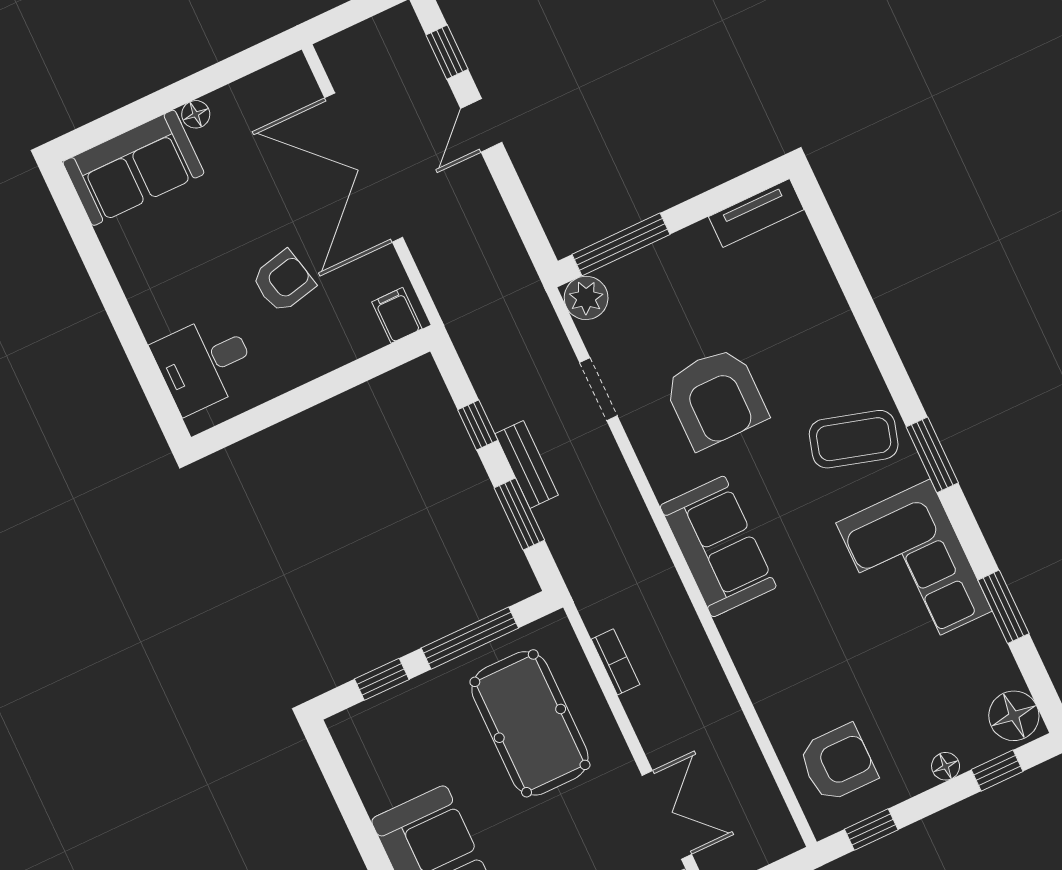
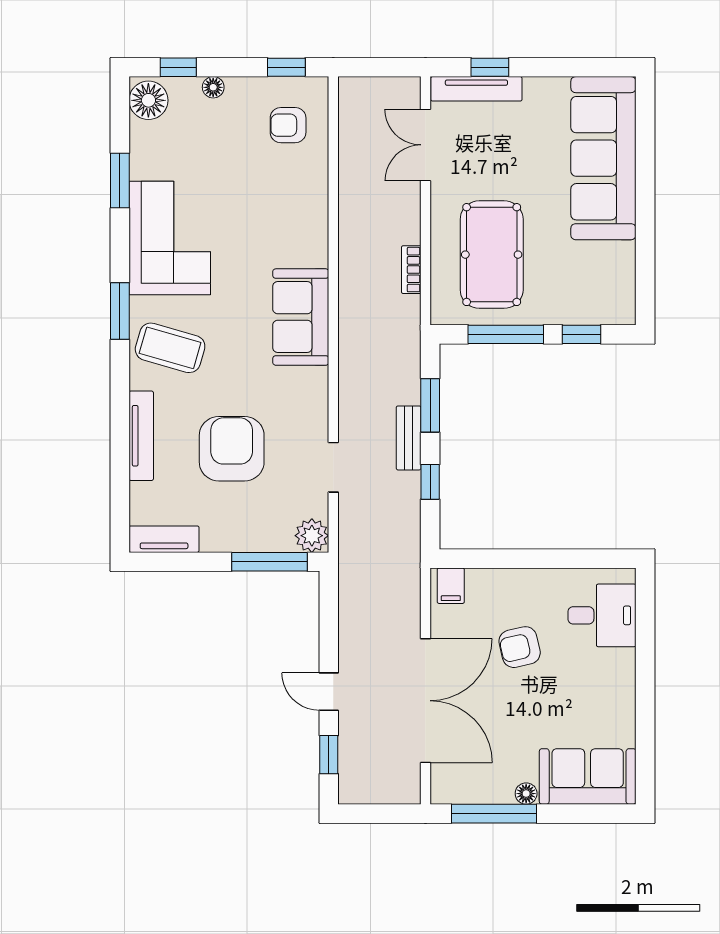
window: (222, 74) -> (494, 814), added
door: (481, 125) -> (329, 692), swing flipped
tv unit: (839, 321) -> (141, 436), added
armchair: (715, 398) -> (232, 449), moved
armchair: (838, 763) -> (288, 125), width x0.72, depth x0.72

